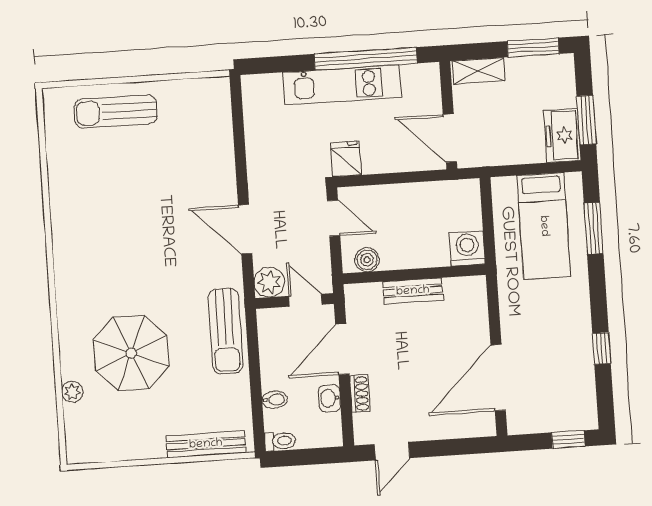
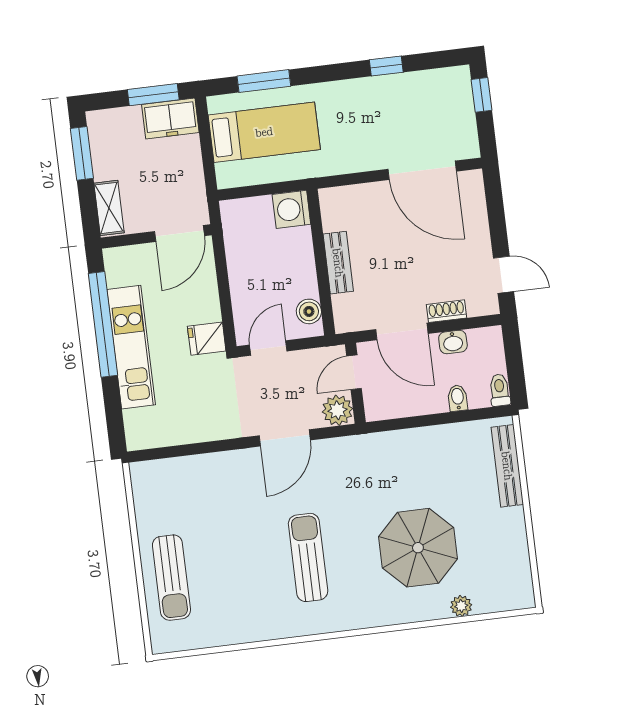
sun lounger: (226, 331) -> (308, 557), moved, turned -90

